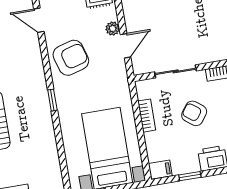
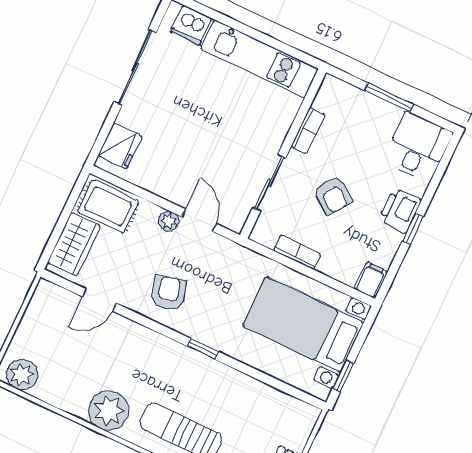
armchair: (71, 58) -> (169, 293), width x0.72, depth x0.72
armchair: (194, 113) -> (333, 195), turned -89
window: (190, 176) -> (413, 229), moved

